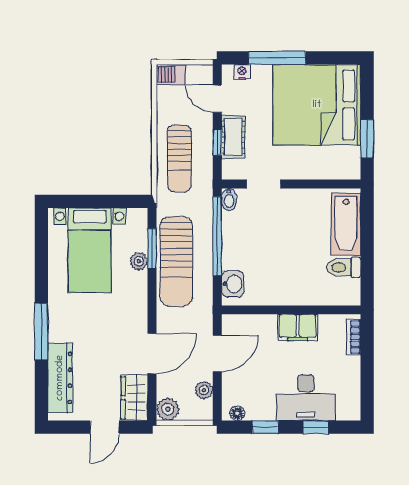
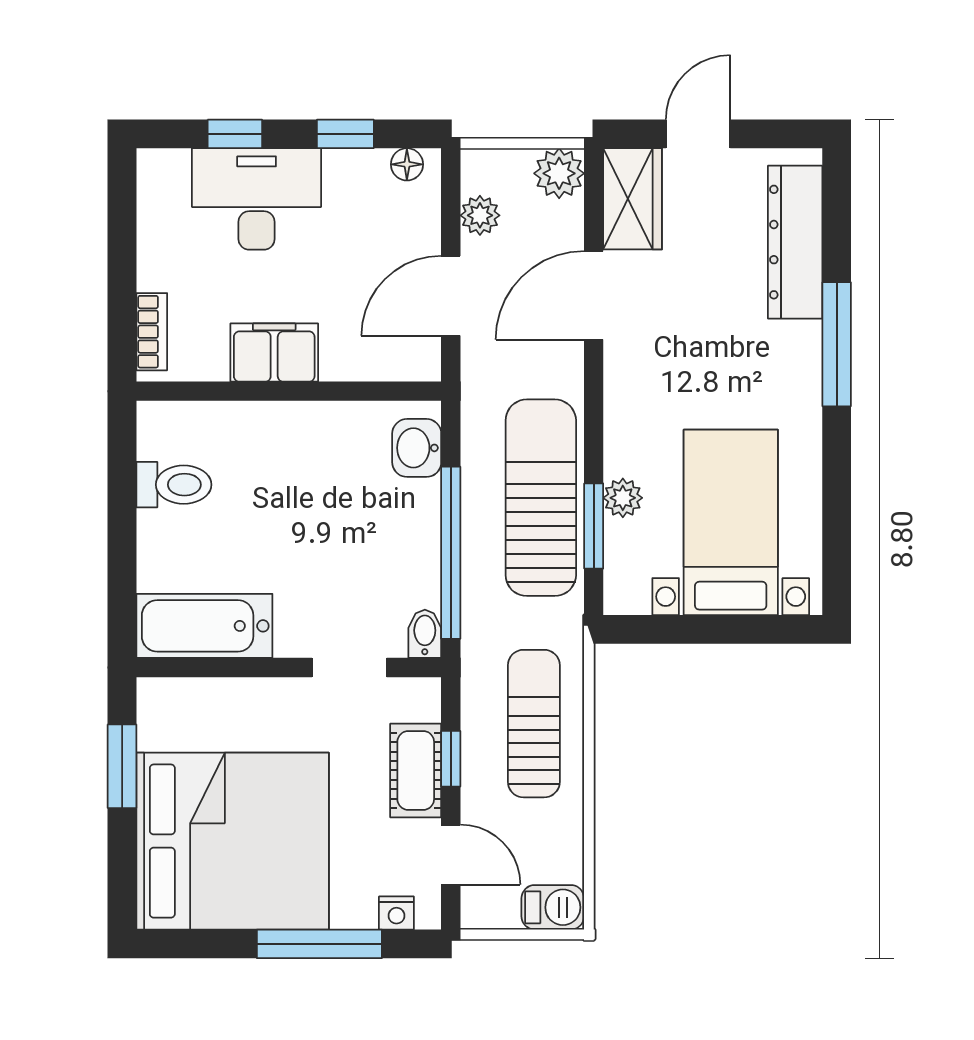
bathtub: (346, 224) -> (204, 626), moved, turned -90

